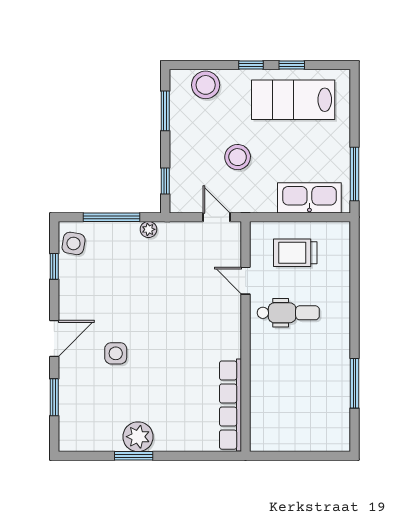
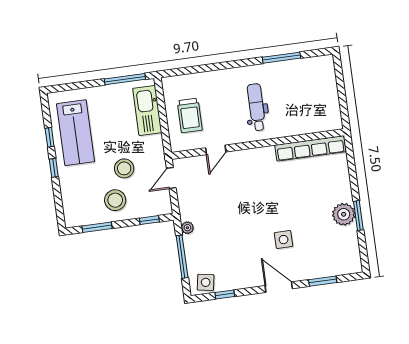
stool: (206, 85) -> (115, 200), moved
dental chair: (288, 313) -> (256, 107), moved

